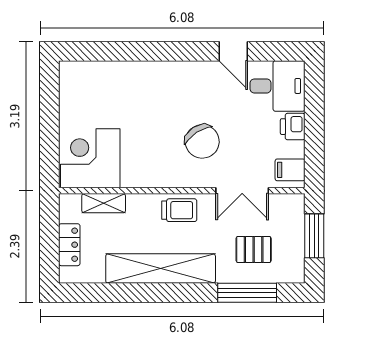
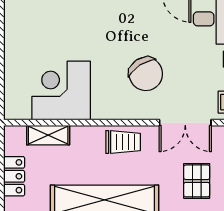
corner desk: (90, 158) -> (61, 91), moved
pallet: (254, 249) -> (197, 181), turned 90

